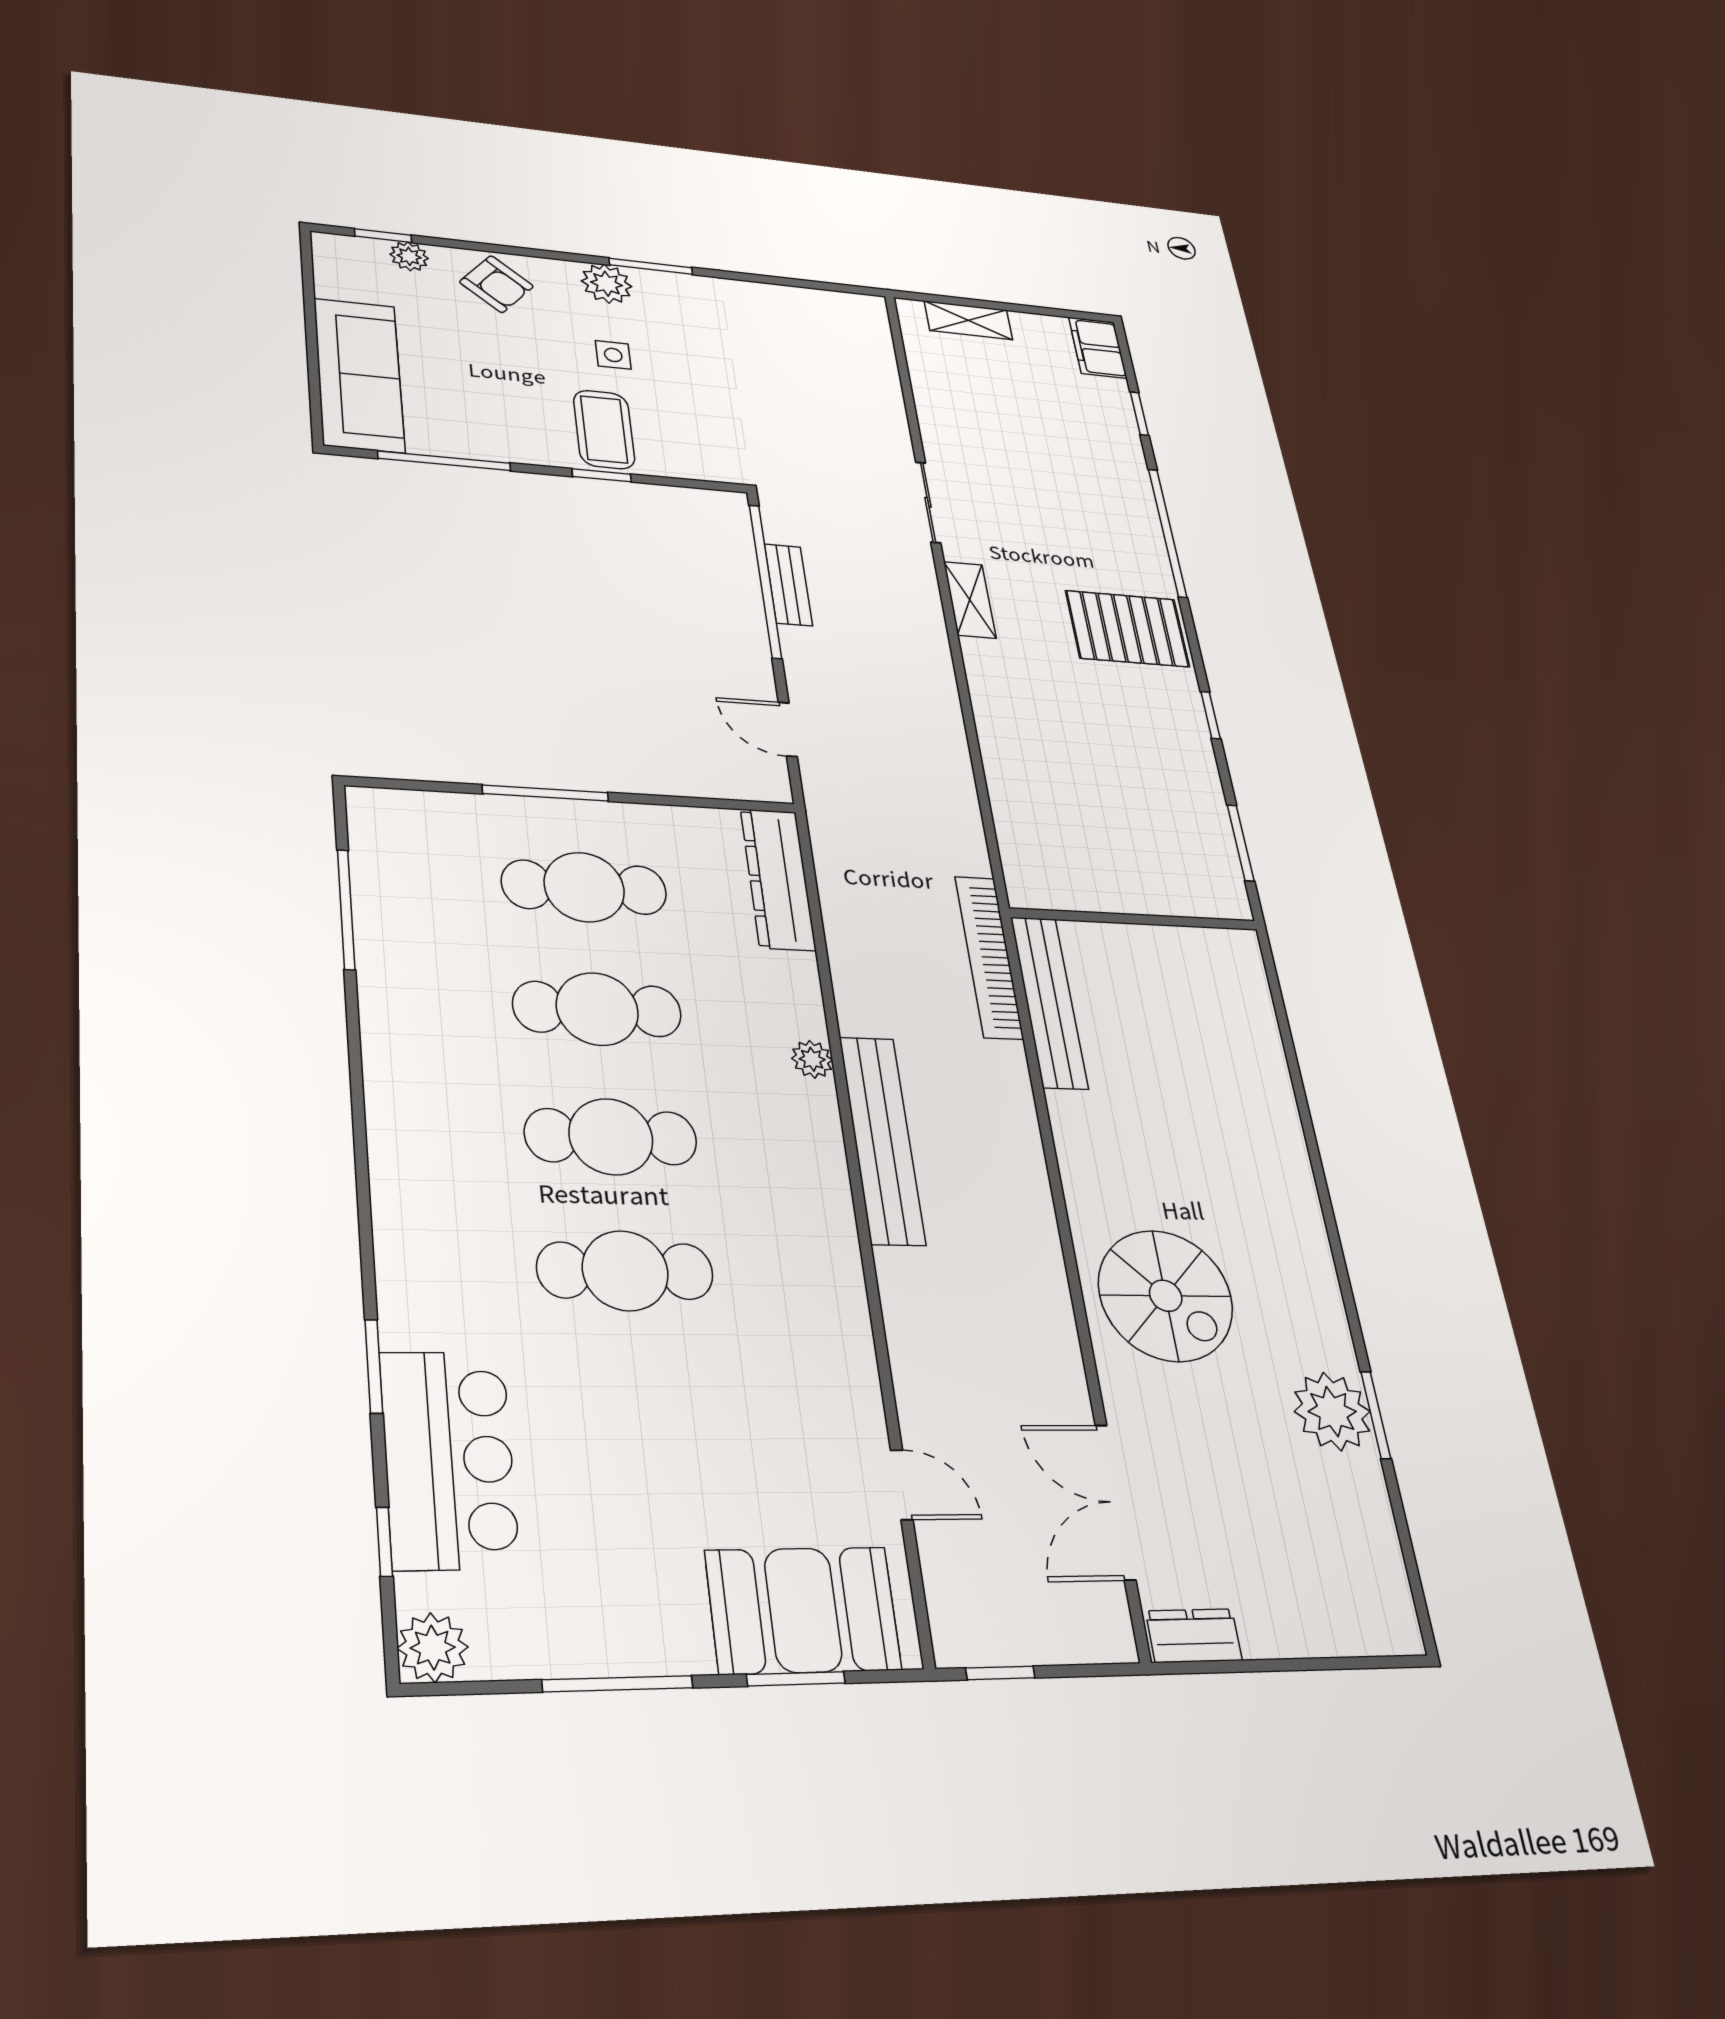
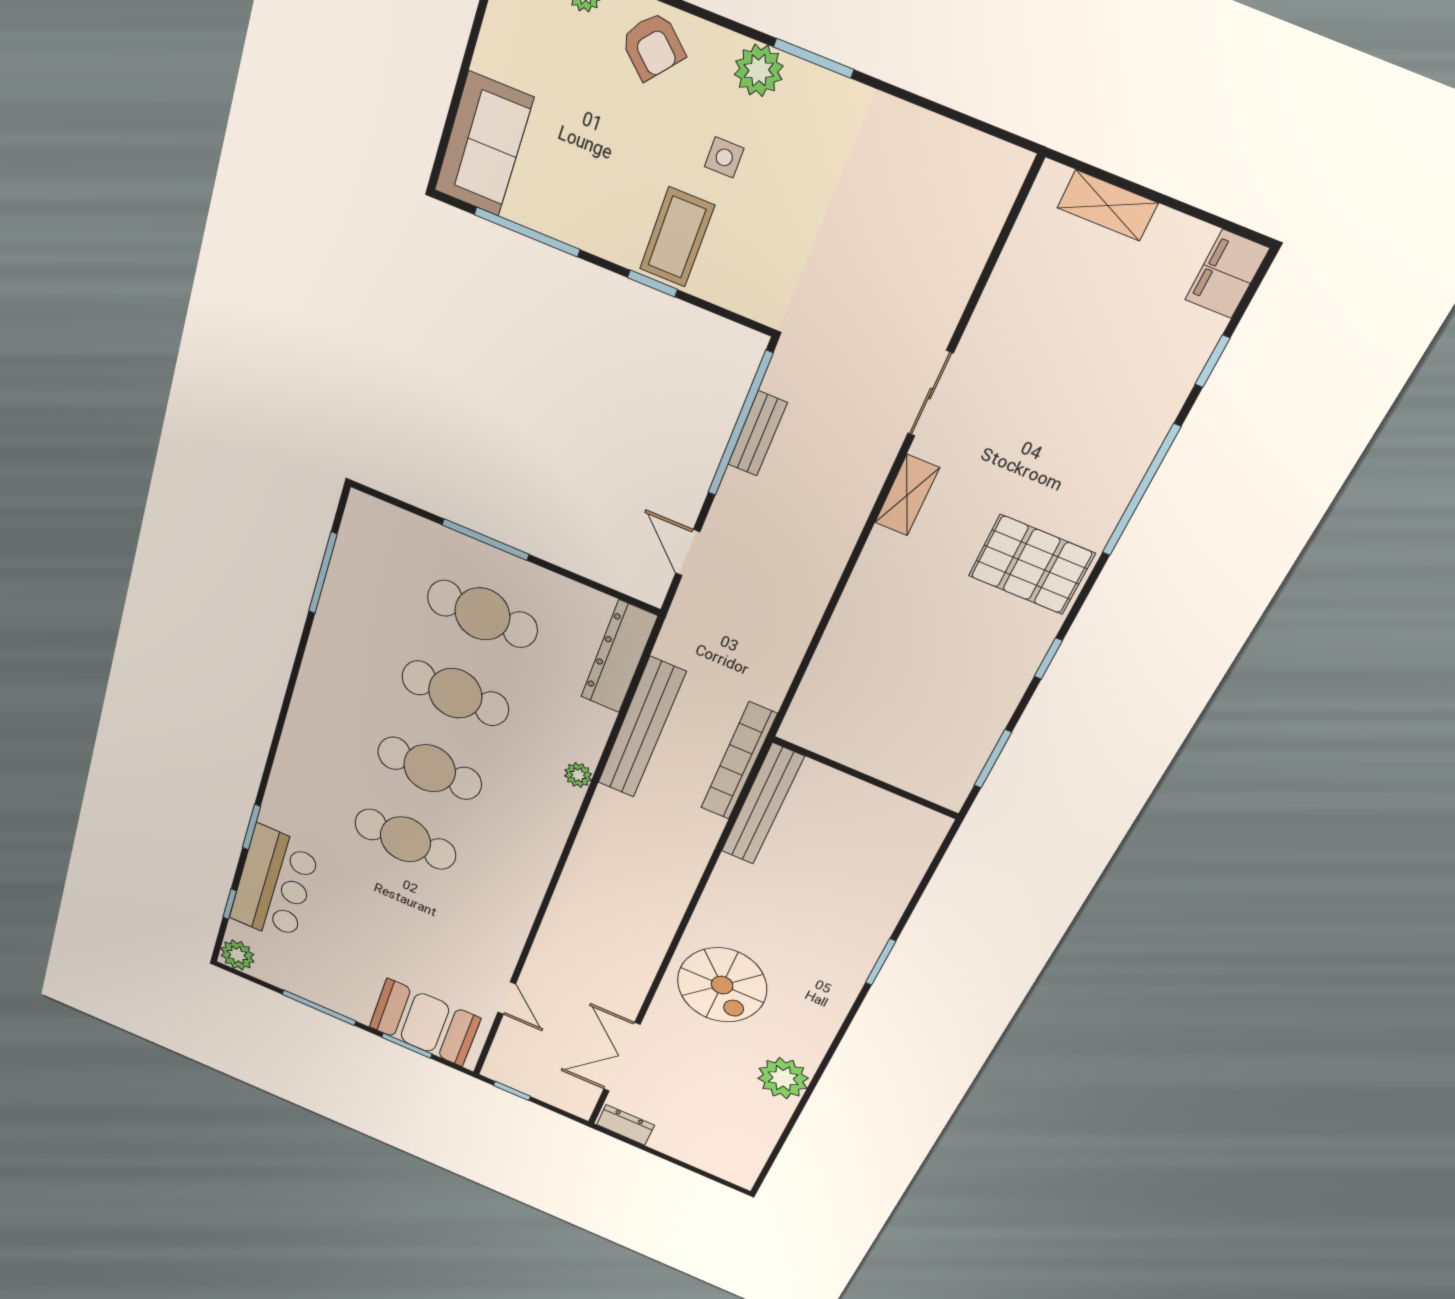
sofa: (359, 375) -> (484, 144), width x0.73
bench: (882, 1140) -> (641, 728), moved
window: (1376, 1415) -> (881, 962), moved

